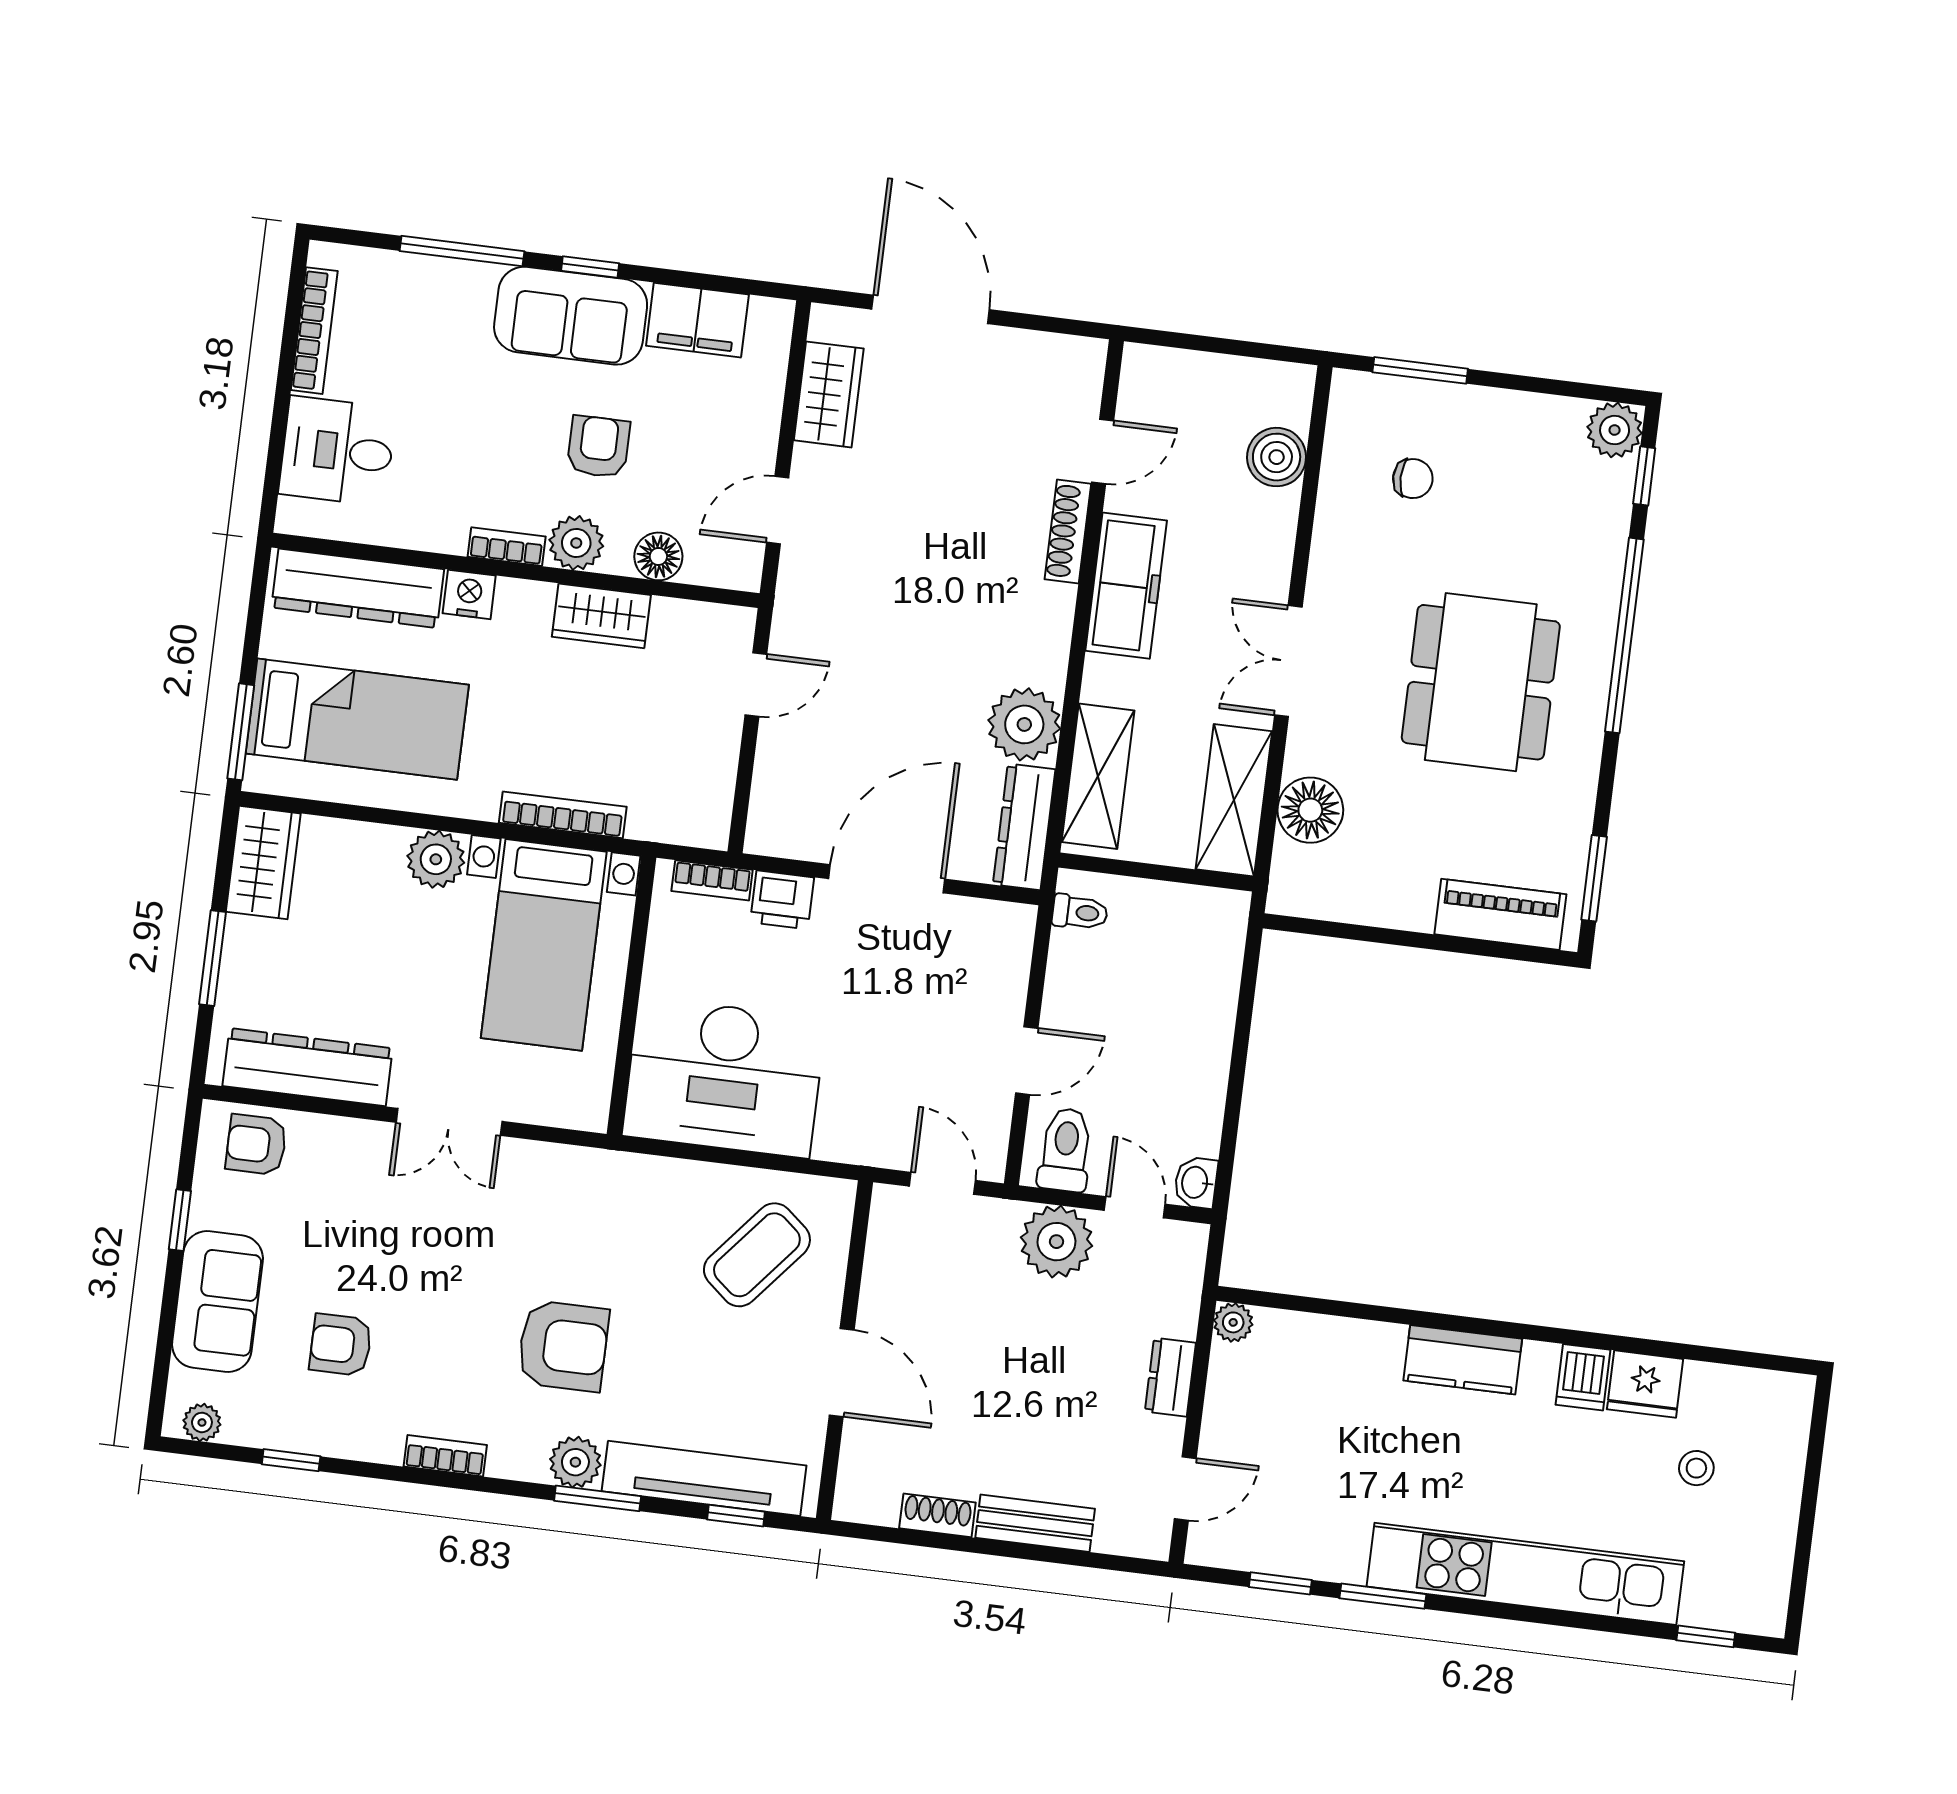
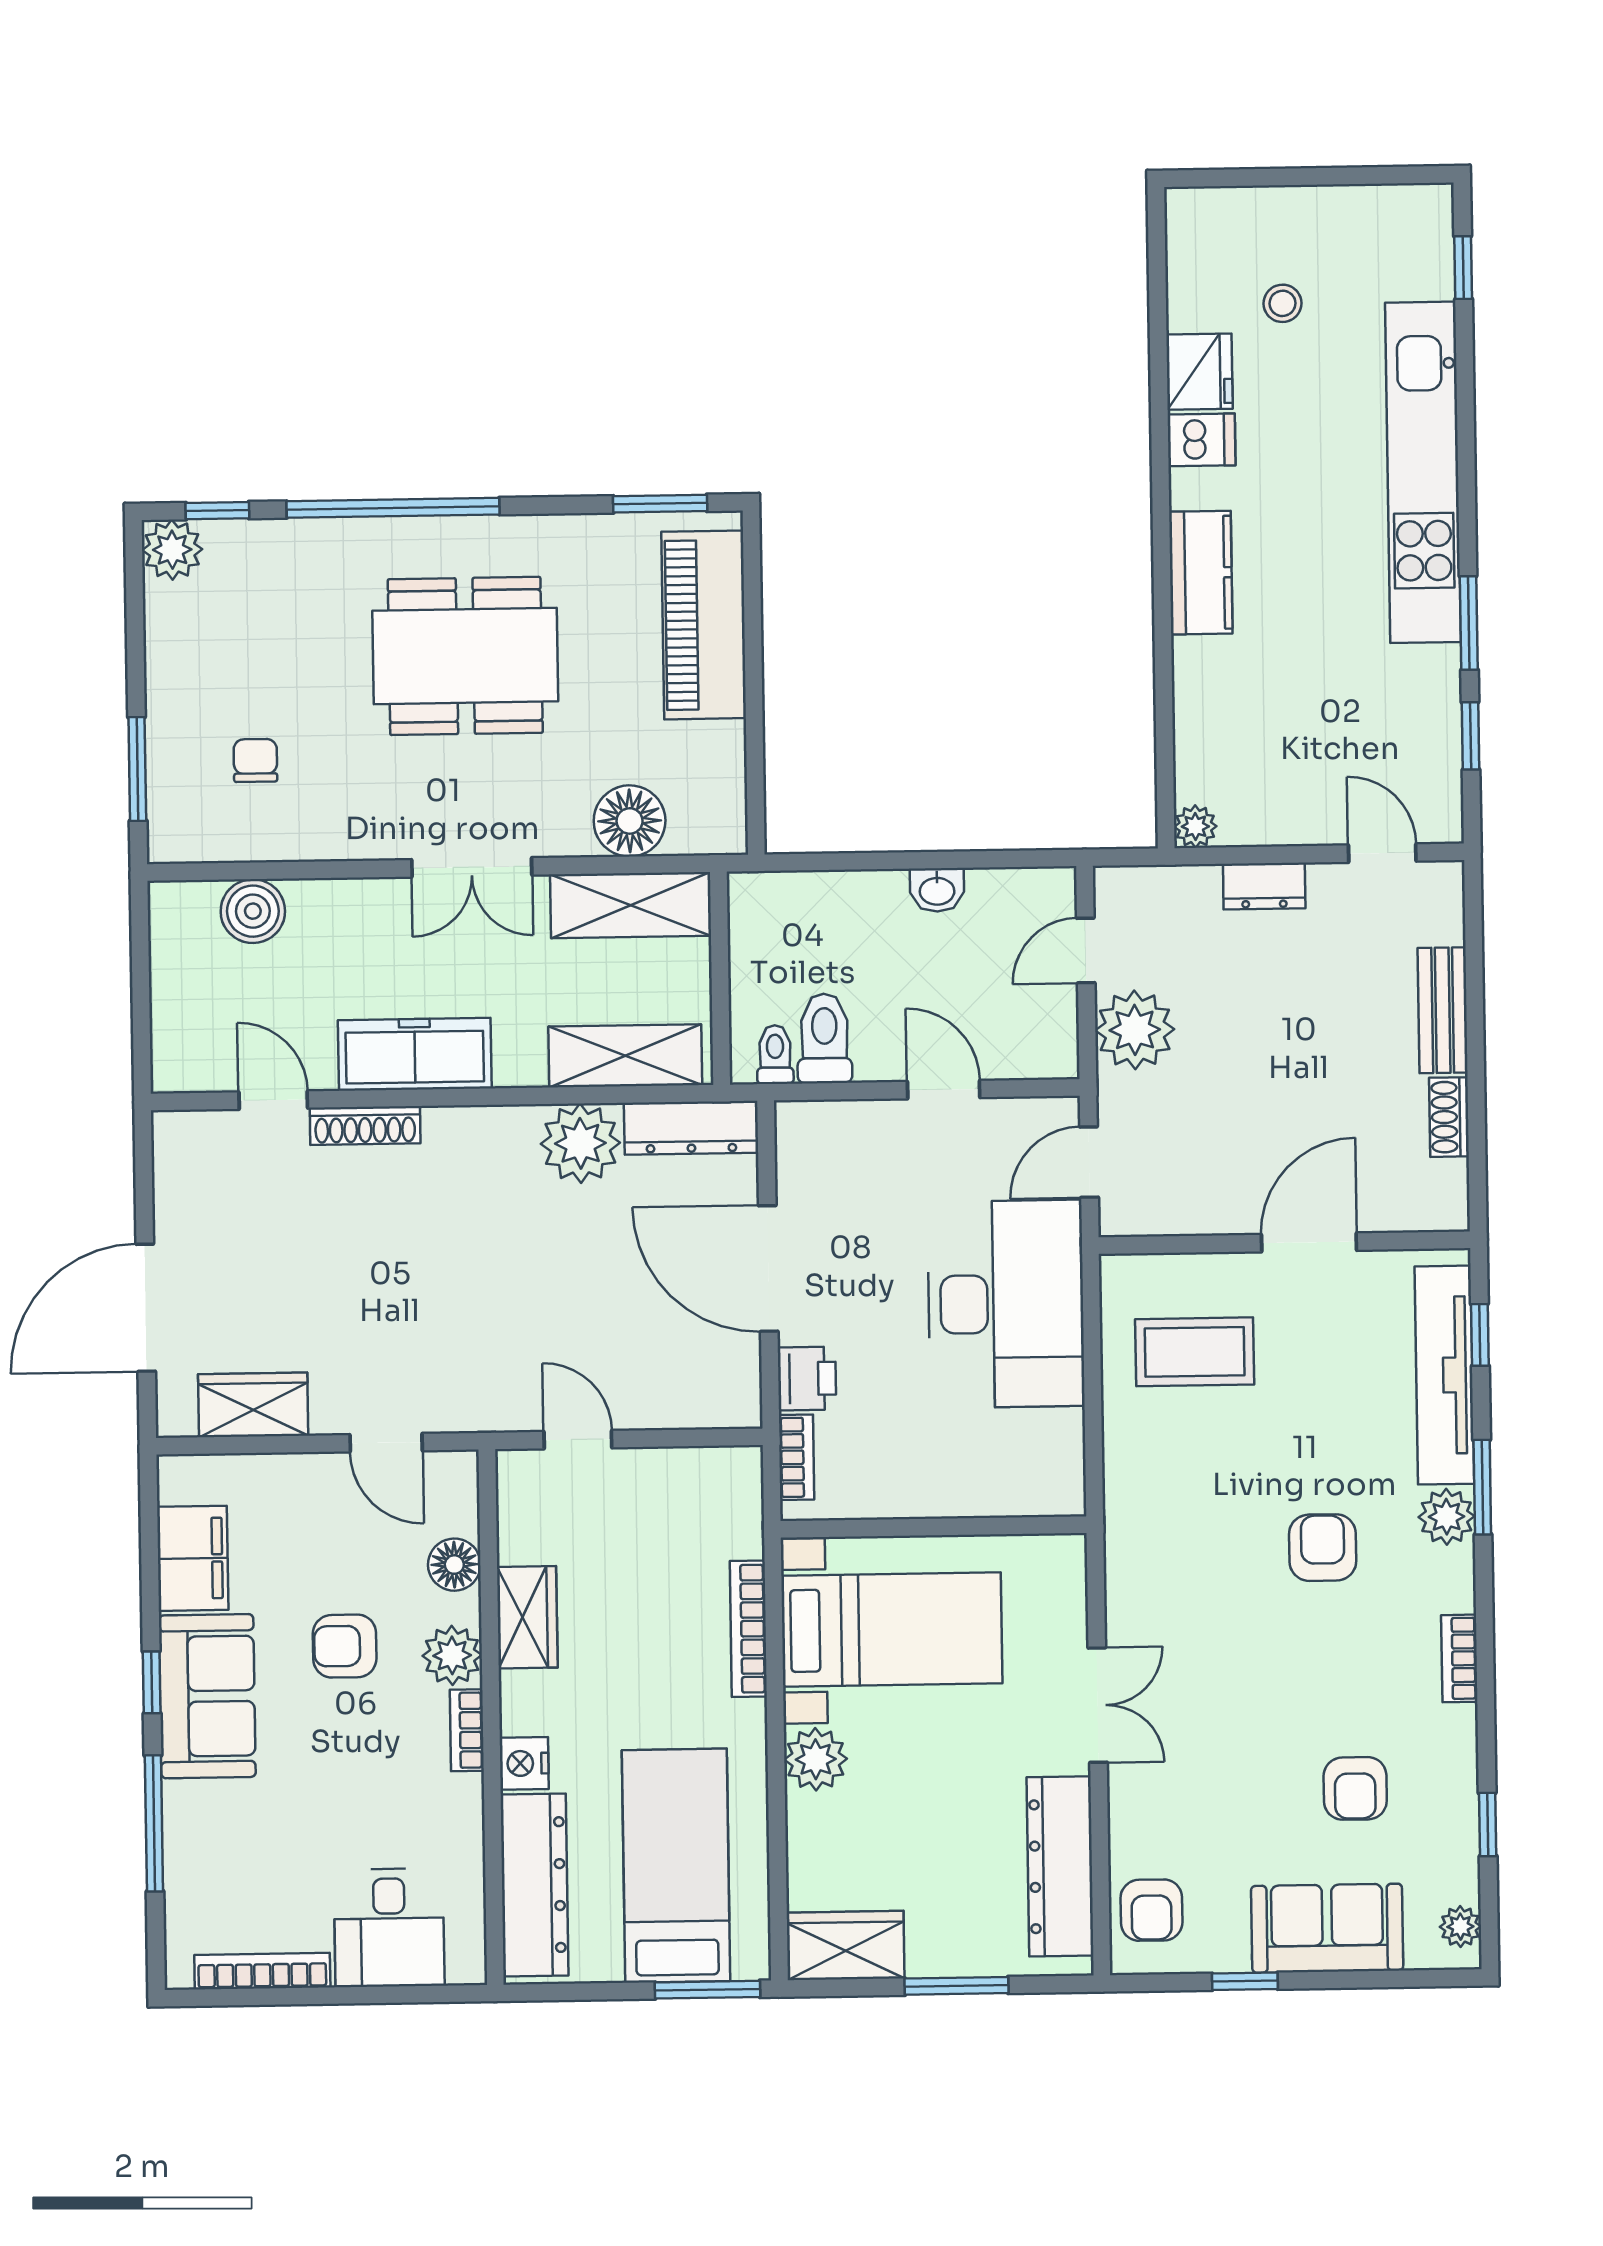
piano: (1500, 914) -> (704, 625), width x1.37, depth x1.33
desk: (724, 1077) -> (1006, 1304), moved
toilet: (1065, 1150) -> (824, 1038), moved, turned 90
washbasin: (1196, 1183) -> (937, 890), moved
coffee table: (757, 1255) -> (1195, 1352), turned -40
armchair: (563, 1346) -> (1323, 1548), width x0.72, depth x0.72

